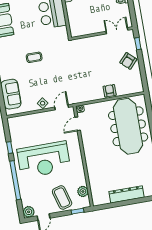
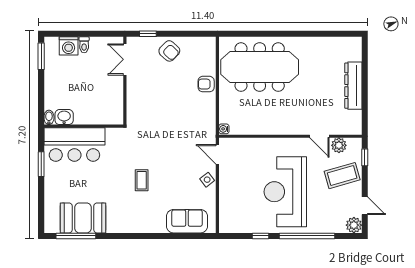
door: (78, 124) -> (319, 136), moved
reception desk: (44, 160) -> (285, 192), turned 180

